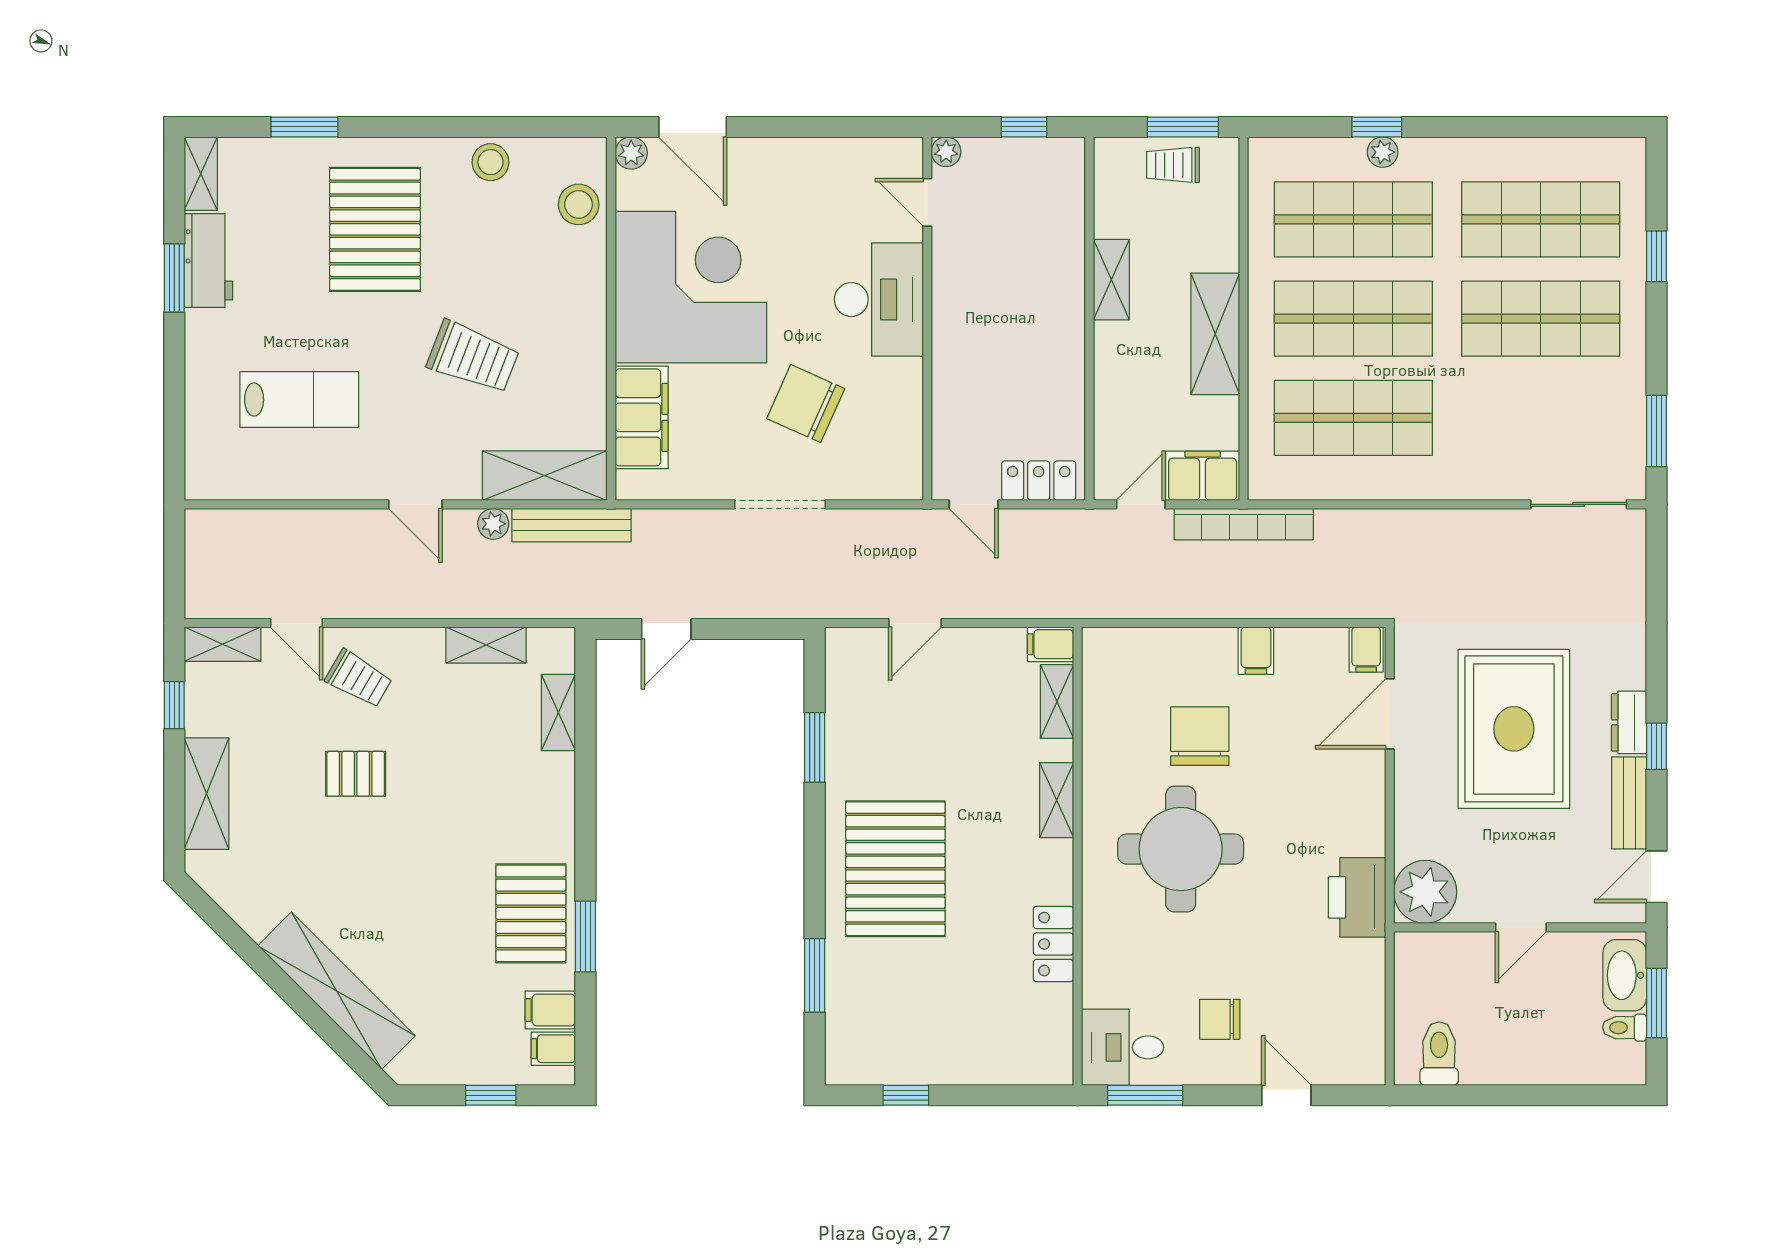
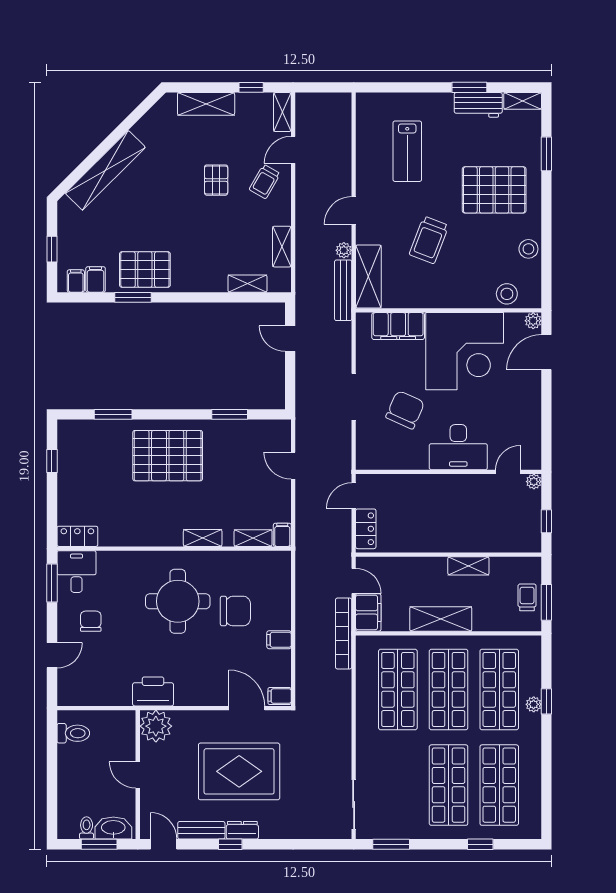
locker: (1053, 944) -> (77, 536), moved

